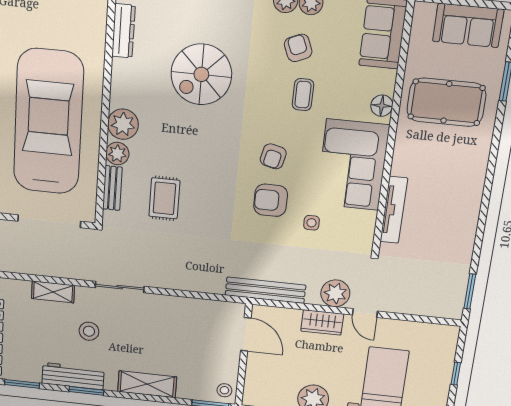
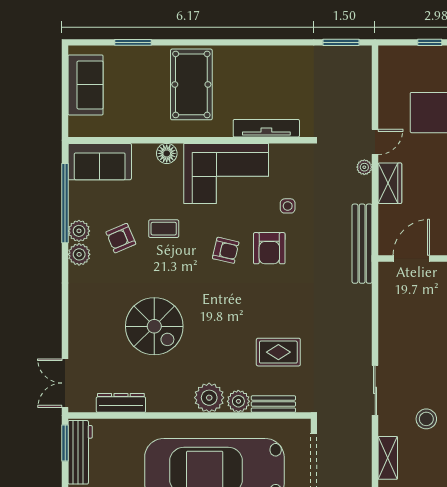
pool table: (446, 102) -> (191, 84), moved
plant: (335, 293) -> (364, 167), width x0.53, depth x0.53

